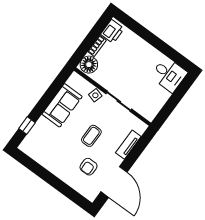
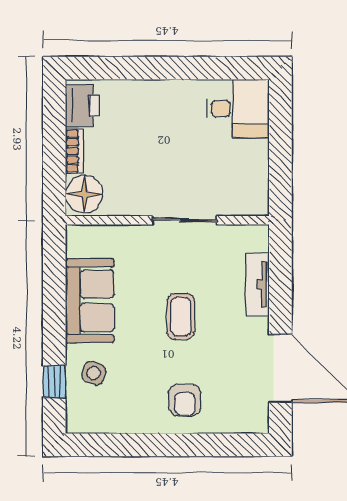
side table: (95, 95) -> (94, 373), moved
armchair: (88, 167) -> (185, 400), moved

